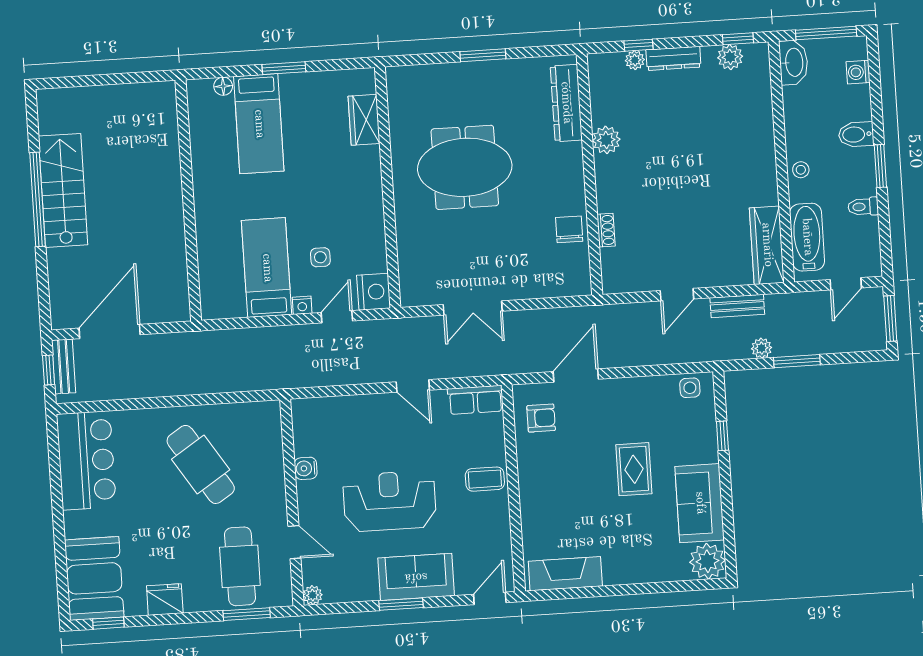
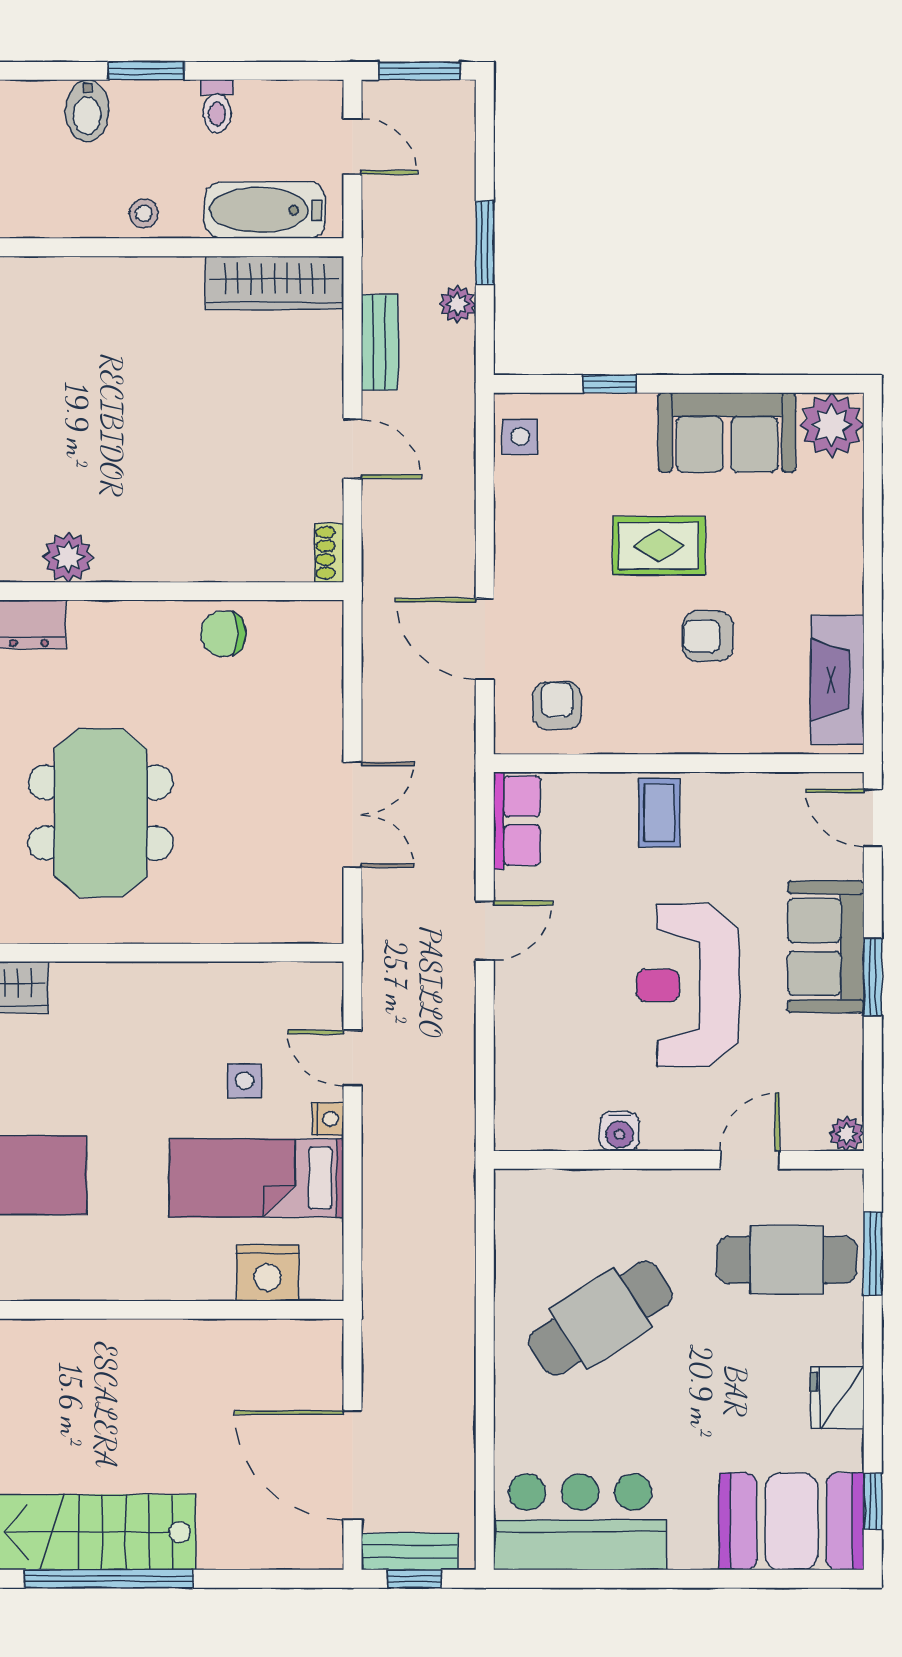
shoe rack: (606, 230) -> (329, 553), moved, turned -90
nightstand: (374, 292) -> (268, 1273), moved, turned 180
armchair: (585, 500) -> (708, 636), added

